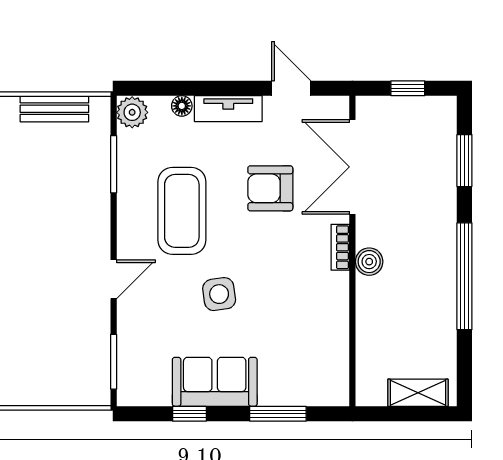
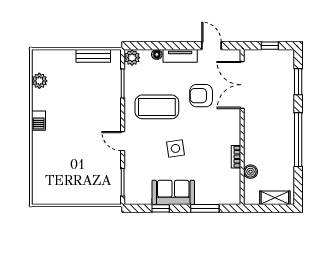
coffee table: (182, 211) -> (157, 107), turned 90
bookcase: (340, 247) -> (236, 157), moved
boiler: (369, 262) -> (250, 172), moved
door: (114, 279) -> (123, 141), swing flipped

